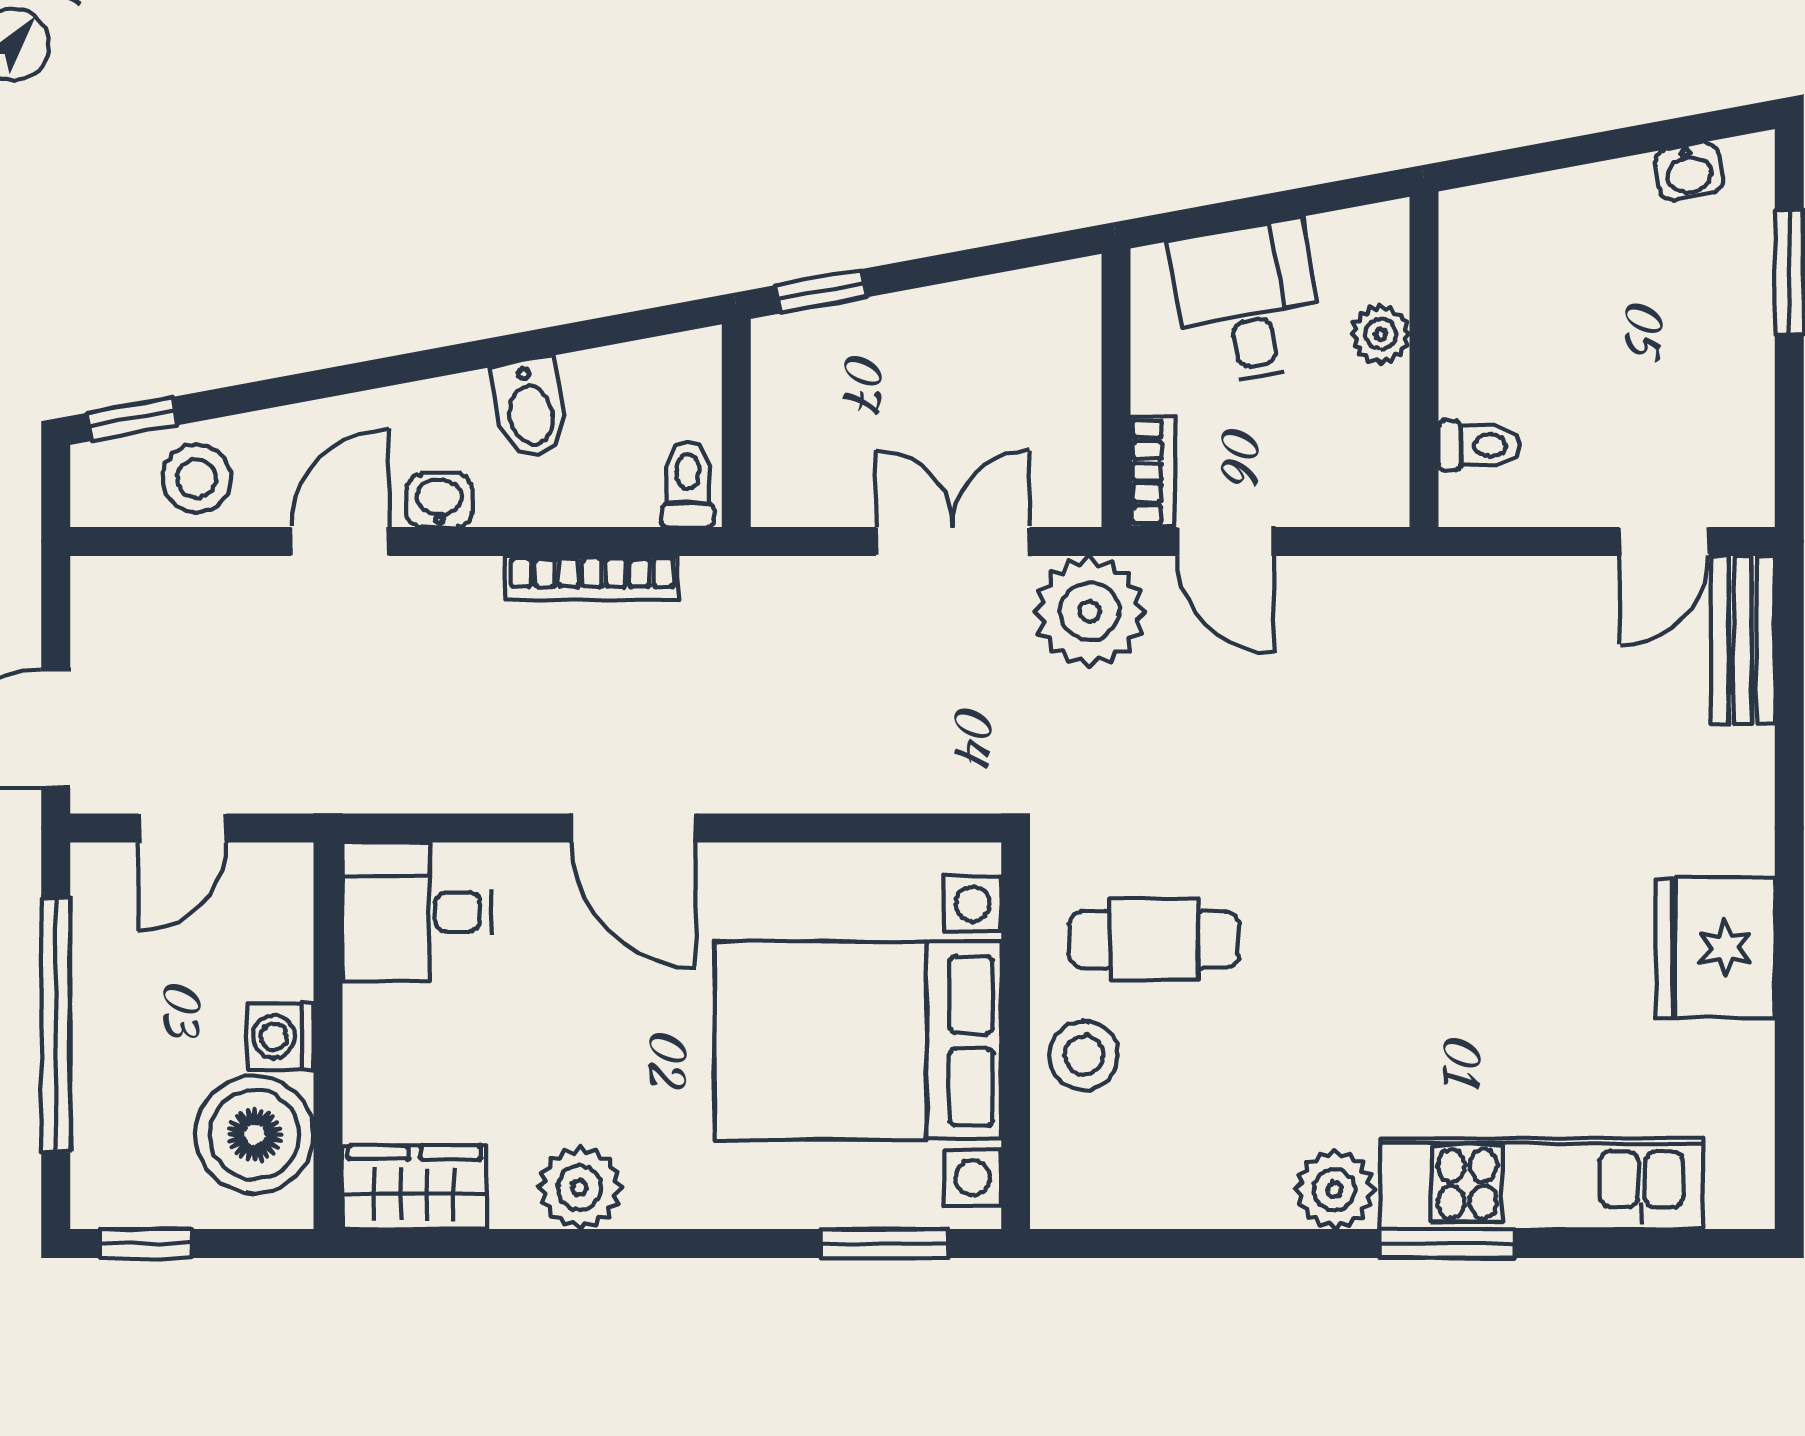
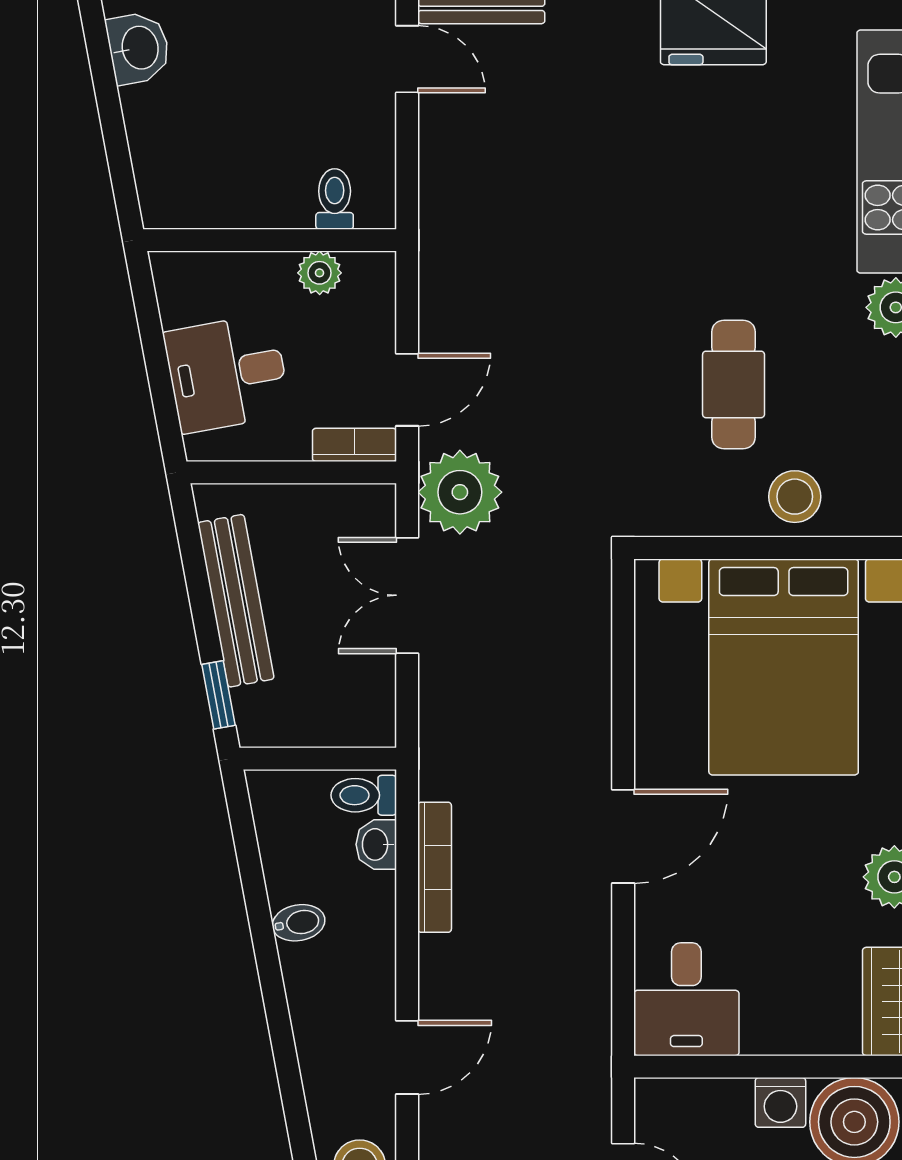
washbasin: (1689, 171) -> (138, 48), width x1.38, depth x1.45
bench: (946, 314) -> (236, 601), added
plant: (1381, 334) -> (320, 273), moved
bidet: (530, 408) -> (299, 923), width x0.72, depth x0.74
washbasin: (439, 501) -> (376, 844), moved
door: (340, 542) -> (407, 1057), swing flipped
cafe table: (1154, 940) -> (734, 384), moved

